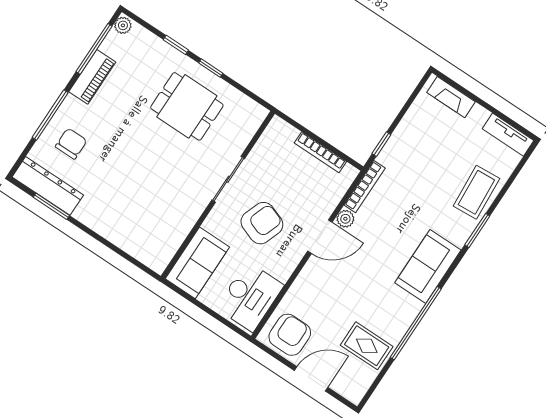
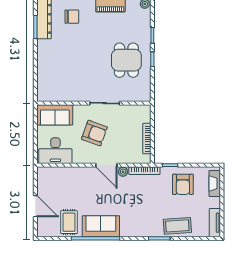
sofa: (428, 266) -> (101, 226), moved
armchair: (290, 335) -> (183, 184), moved, turned 90

